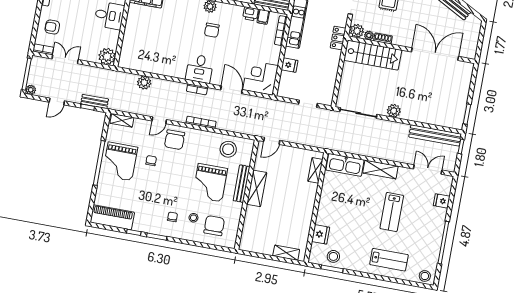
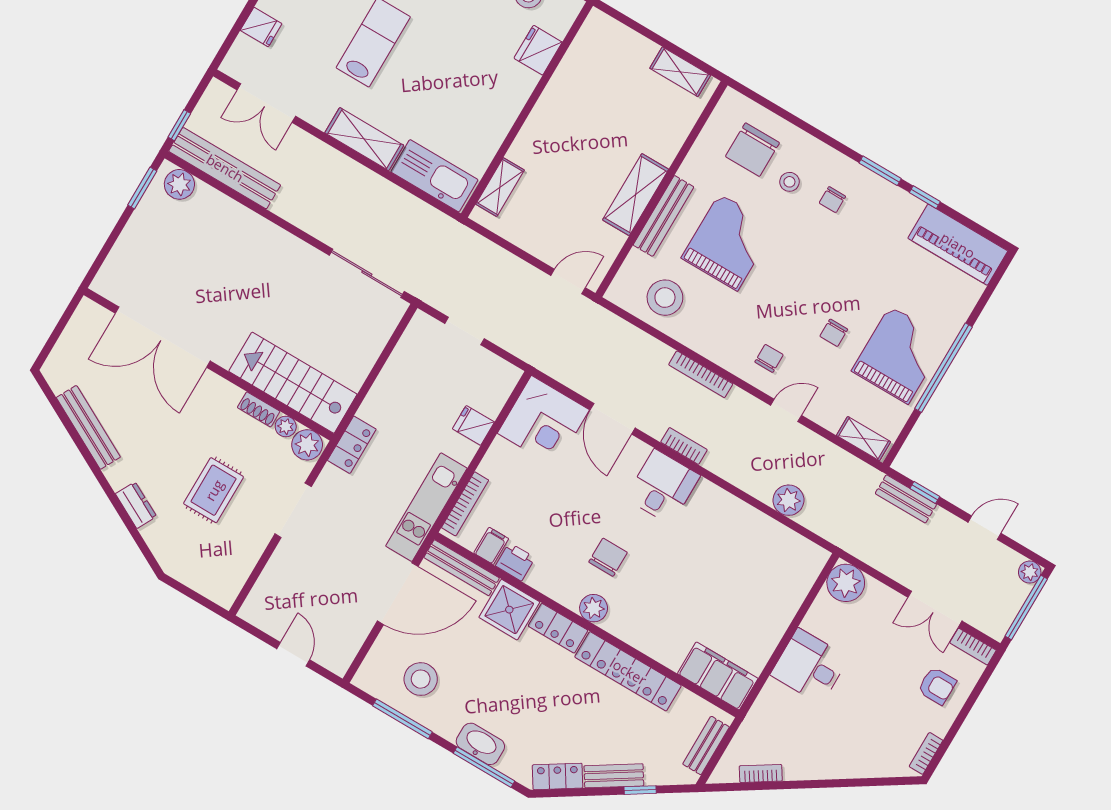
plant: (394, 111) -> (179, 184), moved
chair: (175, 140) -> (769, 358), width x0.54, depth x0.54
shelving: (286, 253) -> (680, 72), moved

